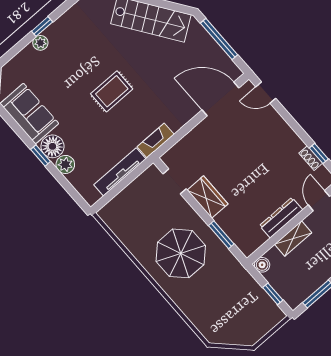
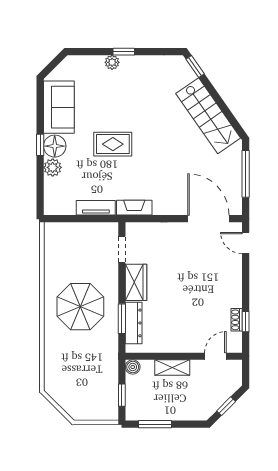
rug: (112, 91) -> (113, 144), moved
tv unit: (120, 172) -> (96, 208), width x0.71
dresser: (281, 218) -> (134, 323), moved, turned 90

